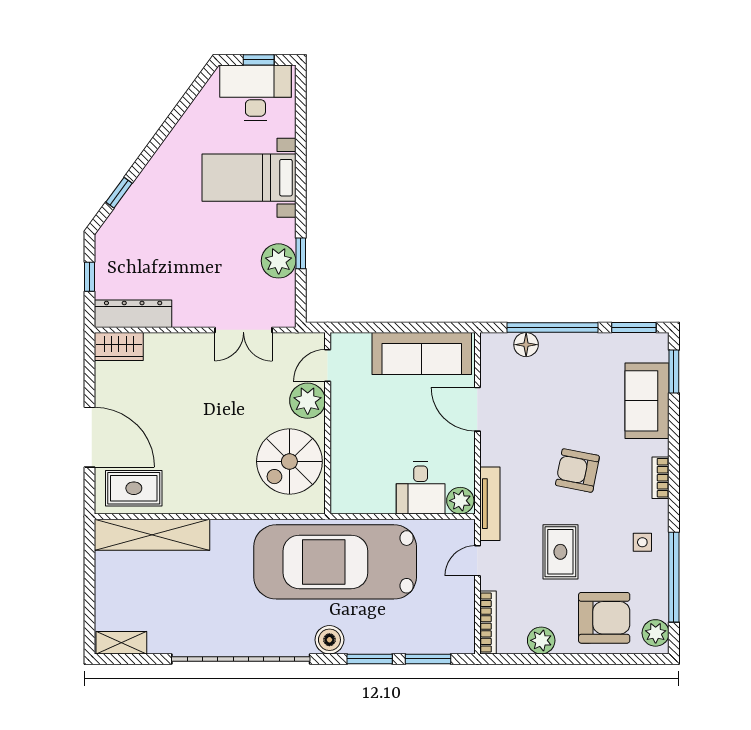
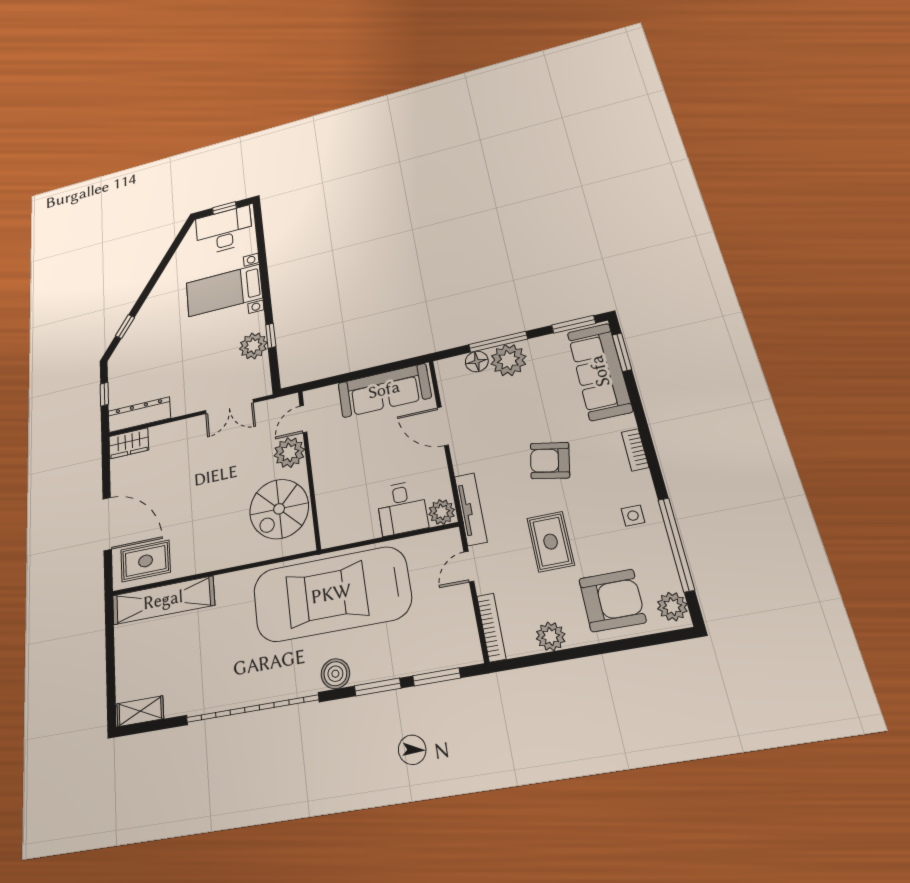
window: (553, 328) -> (498, 342), width x0.68
plant: (559, 351) -> (508, 360), added
sofa: (647, 401) -> (600, 371), width x1.36

